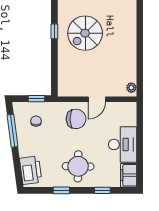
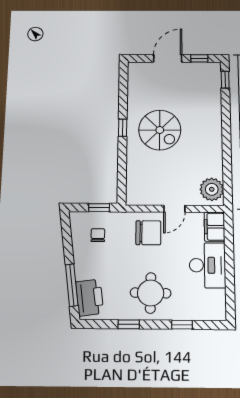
spiral stairs: (85, 33) -> (160, 130), turned -90
plant: (131, 88) -> (212, 189), width x1.87, depth x1.87
window: (12, 131) -> (72, 285), moved
filing cabinet: (129, 175) -> (214, 227), moved

